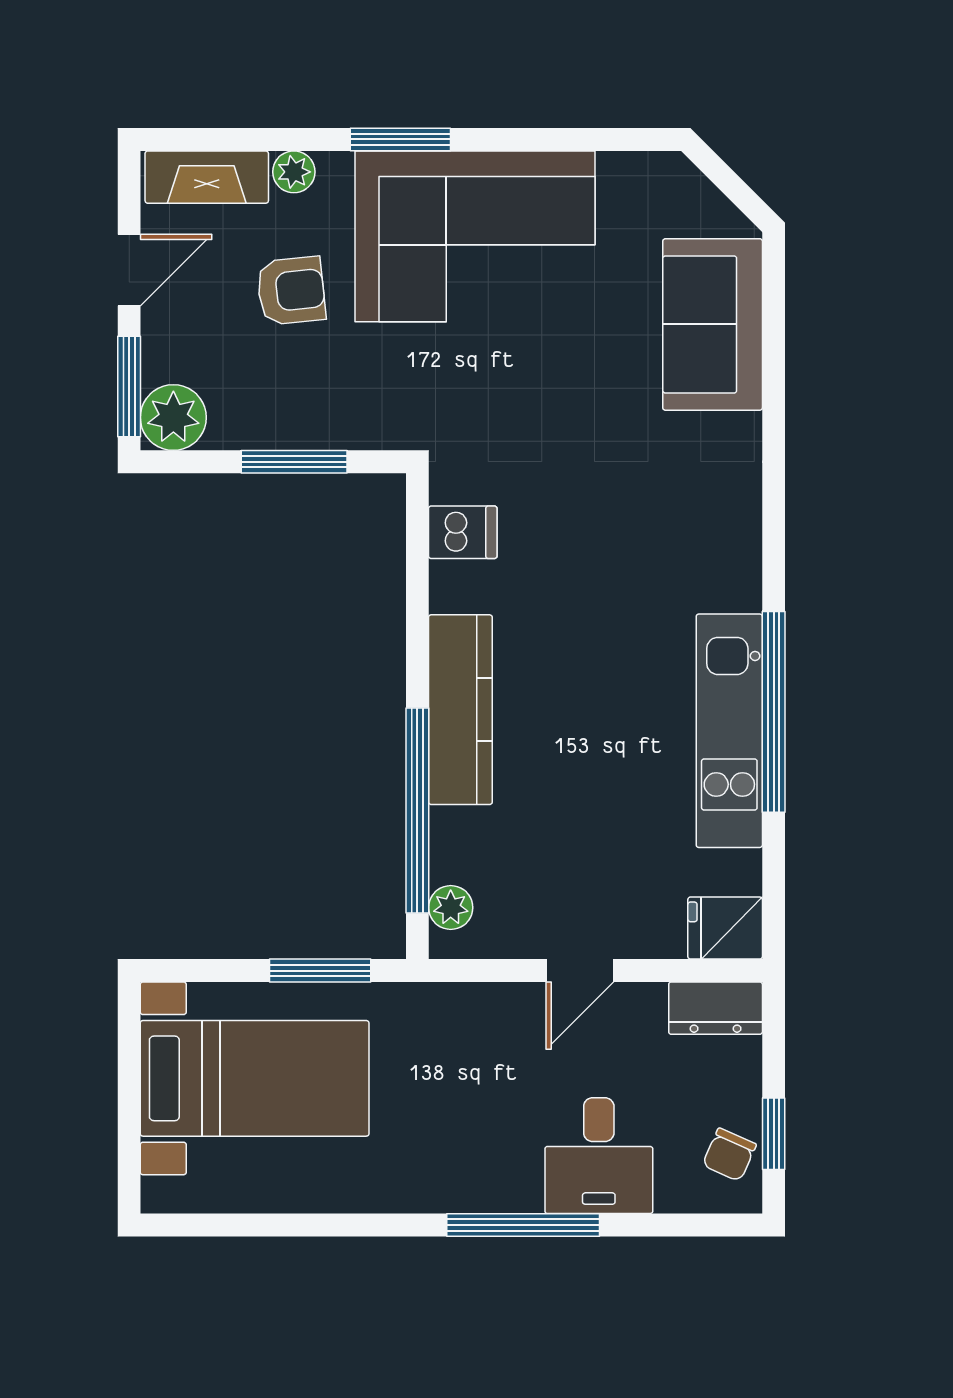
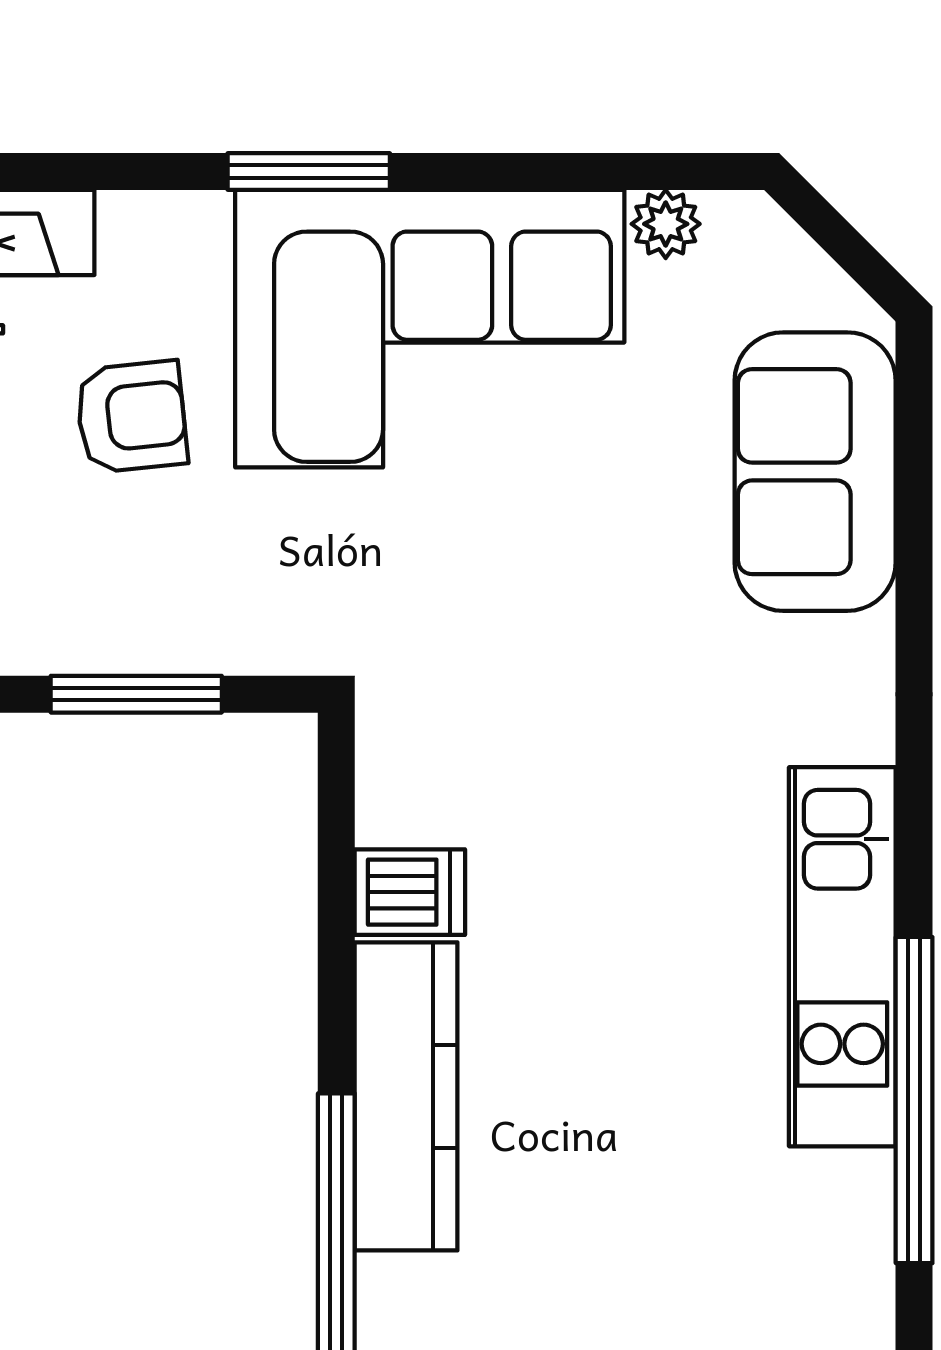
plant: (294, 172) -> (666, 224), moved
dishwasher: (463, 532) -> (410, 892), moved
kitchen unit: (729, 731) -> (842, 957), moved

